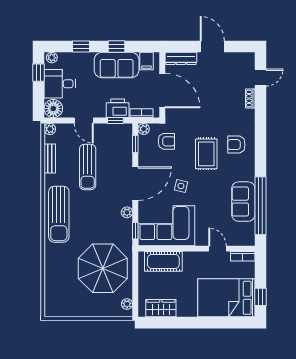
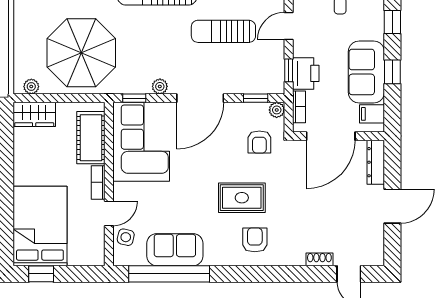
door: (135, 184) -> (200, 98), hinge flipped
side table: (181, 186) -> (126, 237), moved
bookcase: (243, 256) -> (98, 182), moved
wardrobe: (161, 308) -> (34, 114), moved, turned 90

